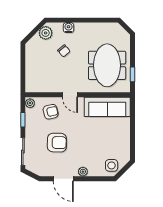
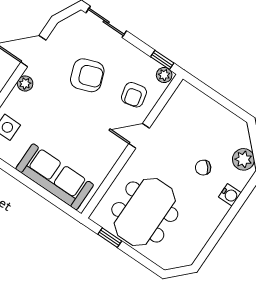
meeting table: (107, 65) -> (145, 212), turned 90
sofa: (107, 107) -> (55, 177), moved, turned 90
window: (23, 120) -> (162, 60), moved
armchair: (57, 143) -> (87, 75), turned -111

